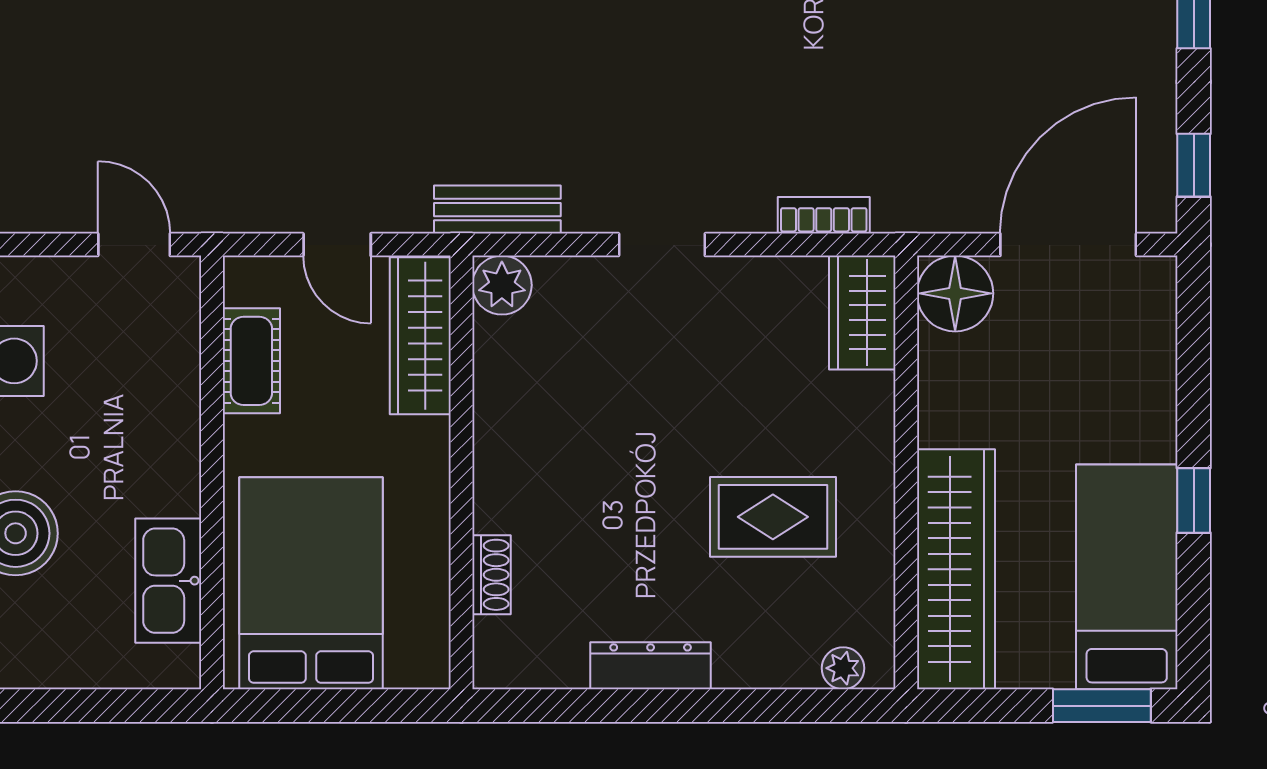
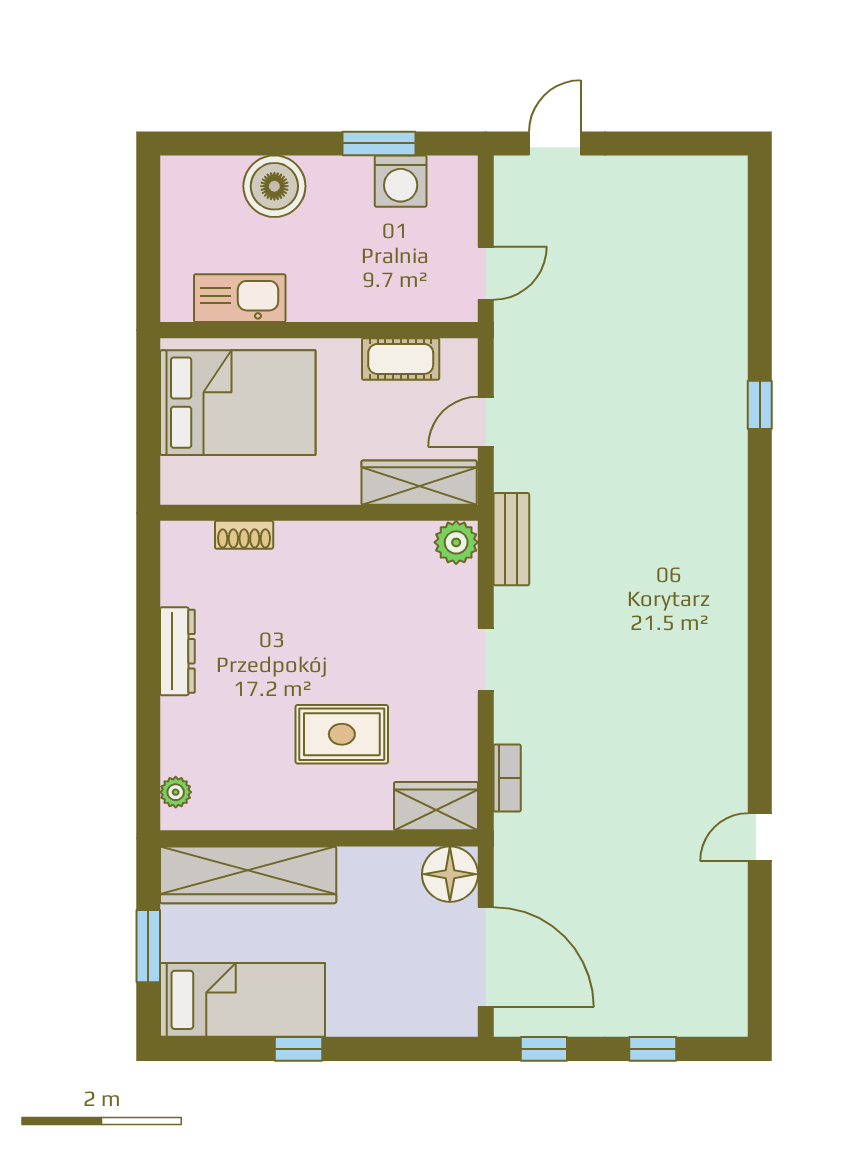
rug: (773, 517) -> (342, 734), moved, turned 90
window: (1102, 706) -> (148, 946), moved

